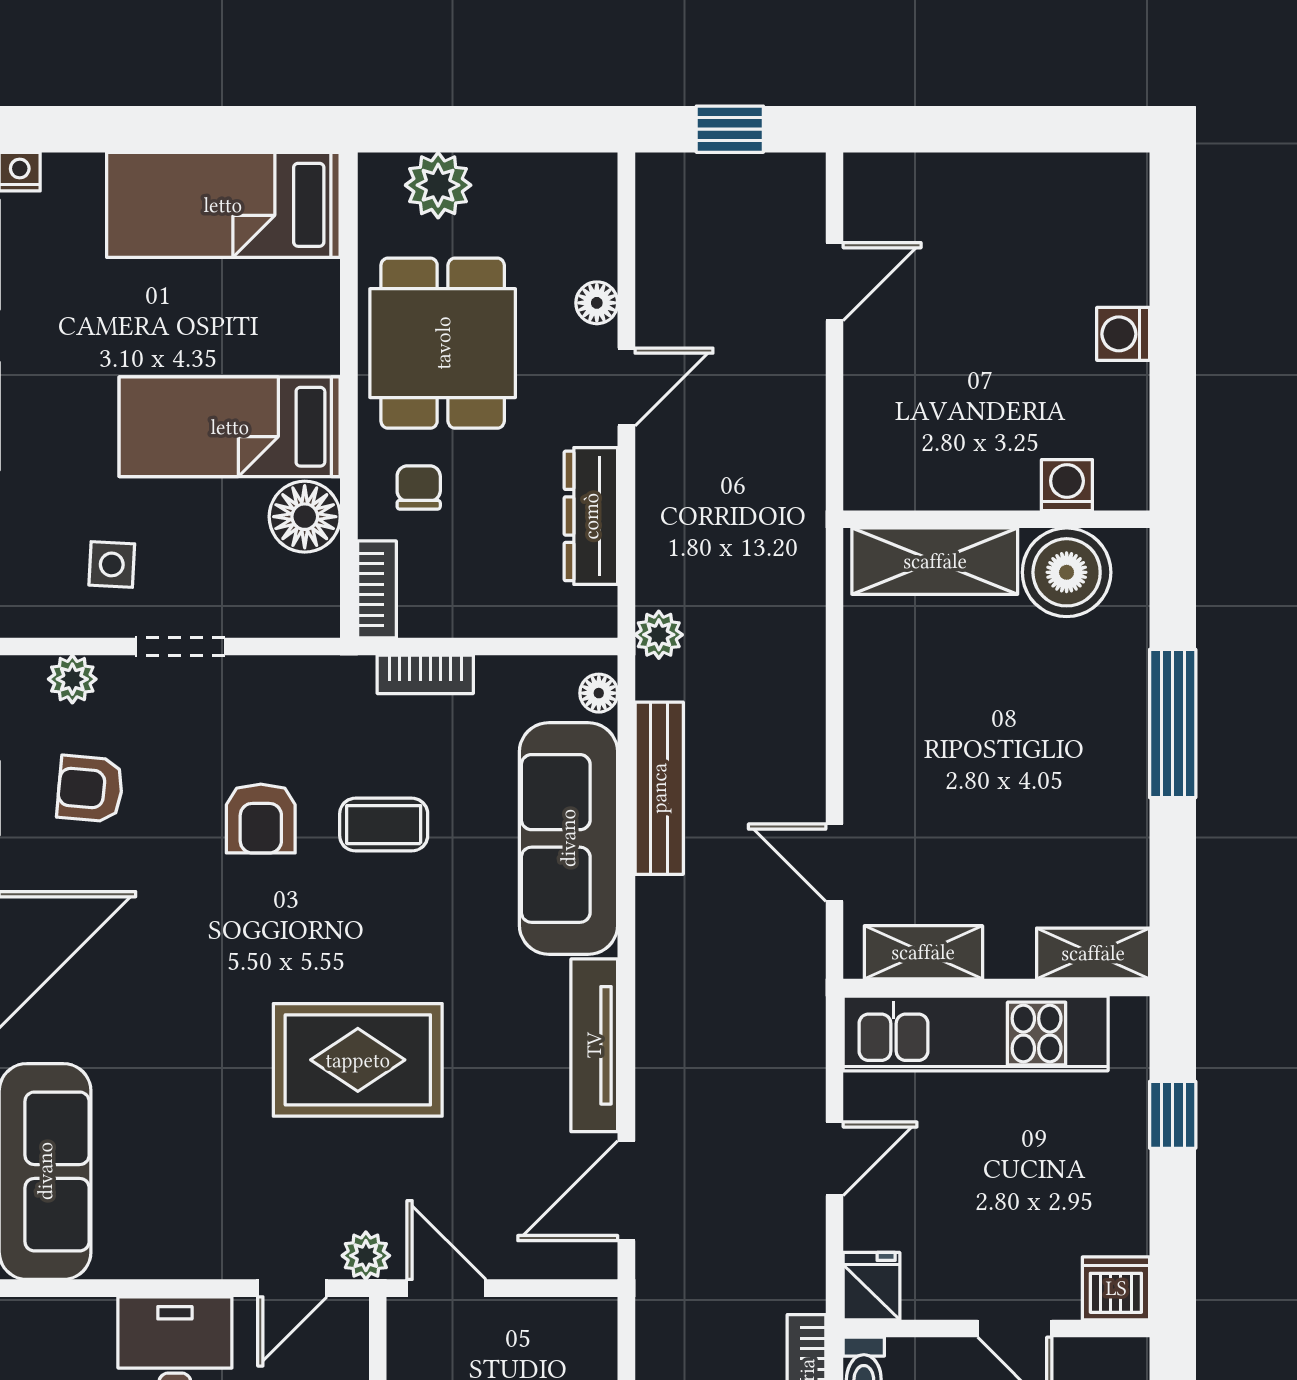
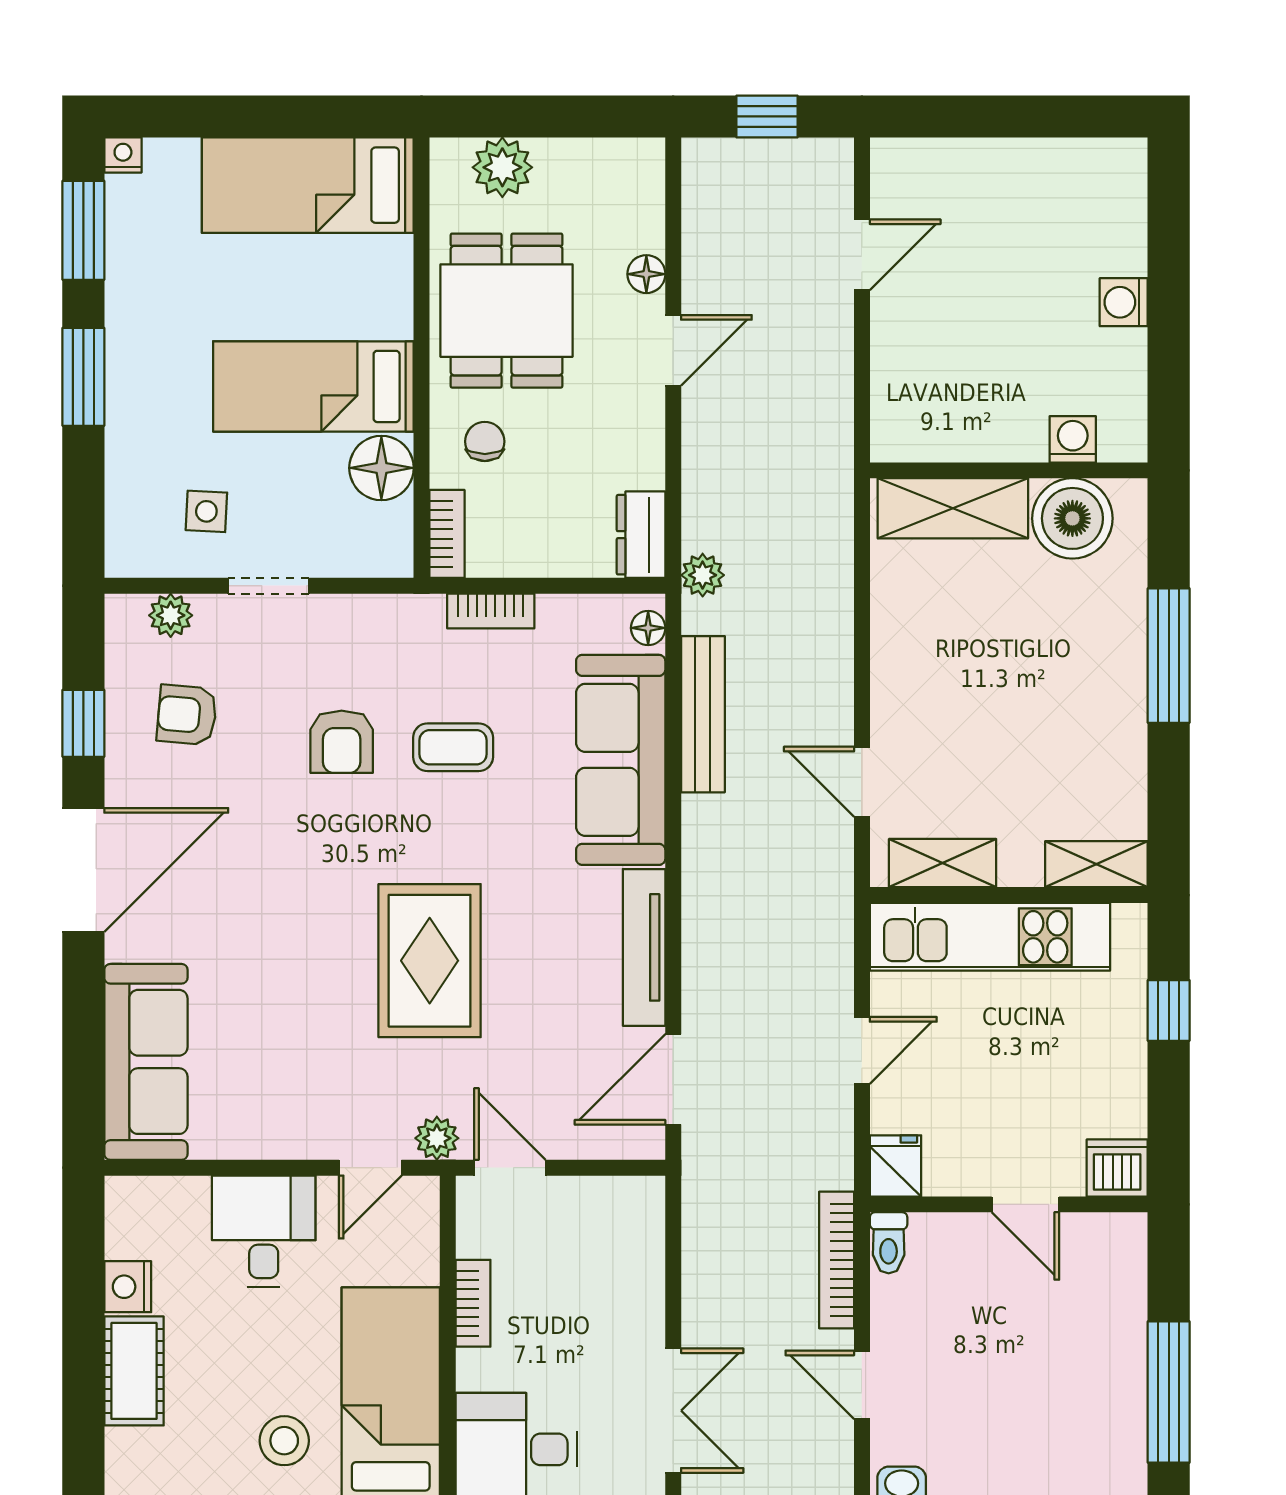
dresser: (591, 516) -> (641, 535), moved, width x0.70
rug: (358, 1060) -> (430, 961), turned 90

